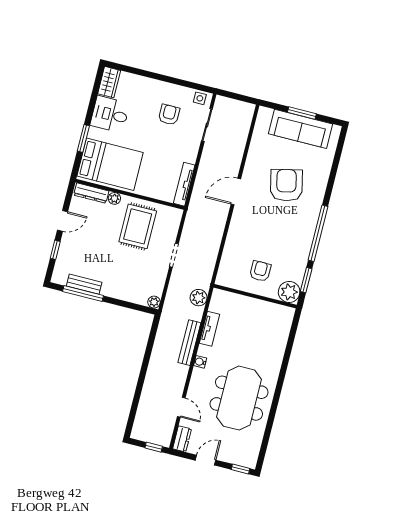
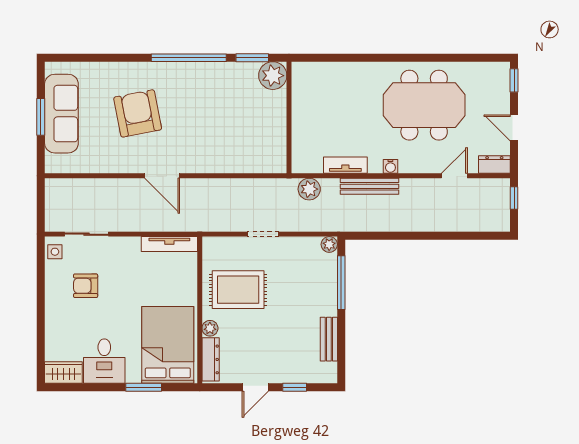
armchair: (286, 185) -> (138, 113), turned 92
door: (62, 221) -> (255, 387), swing flipped
armchair: (260, 271) -> (256, 119), removed
window: (83, 293) -> (341, 283), moved

